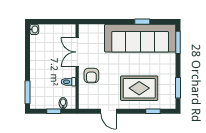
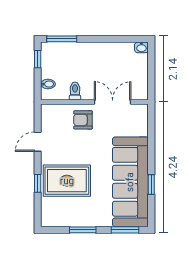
rug: (139, 88) -> (67, 181), turned 90
window: (178, 88) -> (83, 230), moved
window: (54, 111) -> (38, 59), moved
window: (153, 111) -> (38, 183), moved

